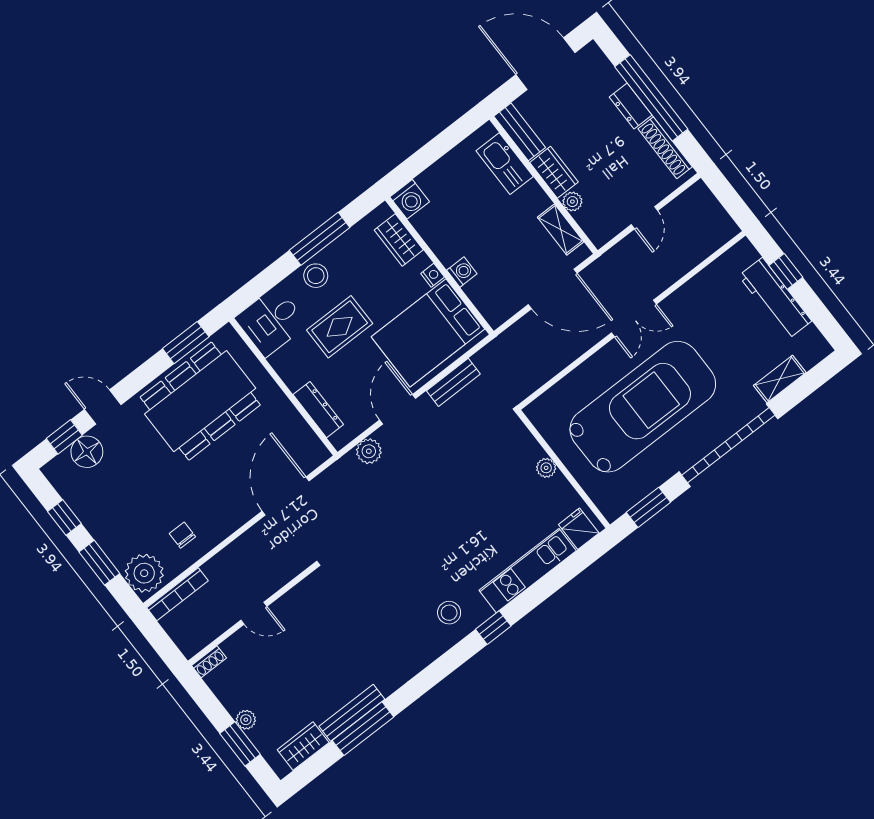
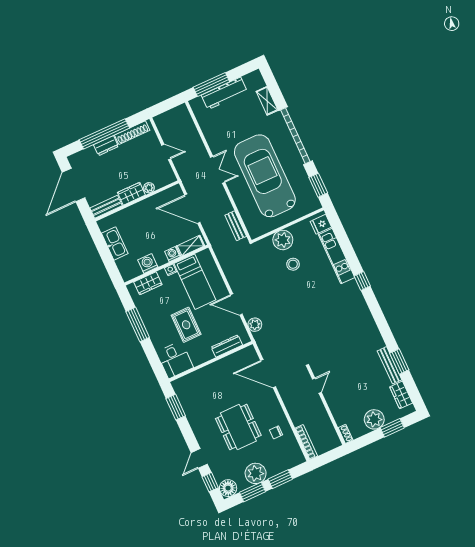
kitchen sink: (505, 164) -> (115, 243), moved, turned -90
washing machine: (410, 199) -> (148, 264), moved, turned -90
shelving: (561, 229) -> (190, 246), moved
window: (786, 271) -> (211, 85), width x2.17
stool: (316, 276) -> (156, 331), removed
door: (553, 289) -> (192, 209), swing flipped
bed: (428, 333) -> (195, 282), width x0.67
bench: (453, 382) -> (236, 226), moved
dining table: (200, 401) -> (238, 427), moved, width x0.73, depth x0.80
floor lamp: (87, 452) -> (228, 488), moved
plant: (546, 468) -> (283, 240), width x1.88, depth x1.88
window: (64, 518) -> (252, 492), width x1.50
plant: (144, 573) -> (256, 473), moved
door: (254, 613) -> (317, 386), moved
stool: (449, 613) -> (293, 264), moved
plant: (246, 720) -> (374, 419), width x1.88, depth x1.88
window: (363, 729) -> (399, 361), width x0.69

